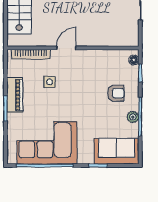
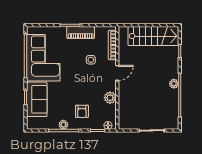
door: (66, 48) -> (117, 73), hinge flipped
plant: (98, 57) -> (110, 98), added
sofa: (116, 151) -> (37, 99), moved

